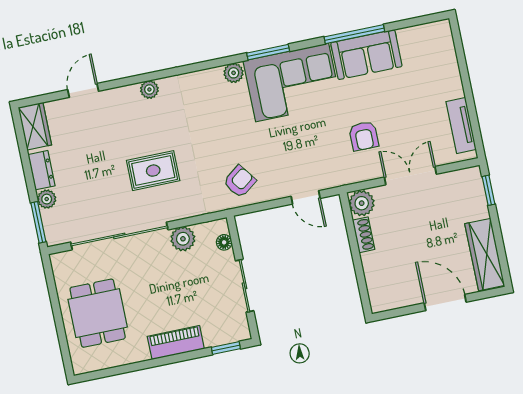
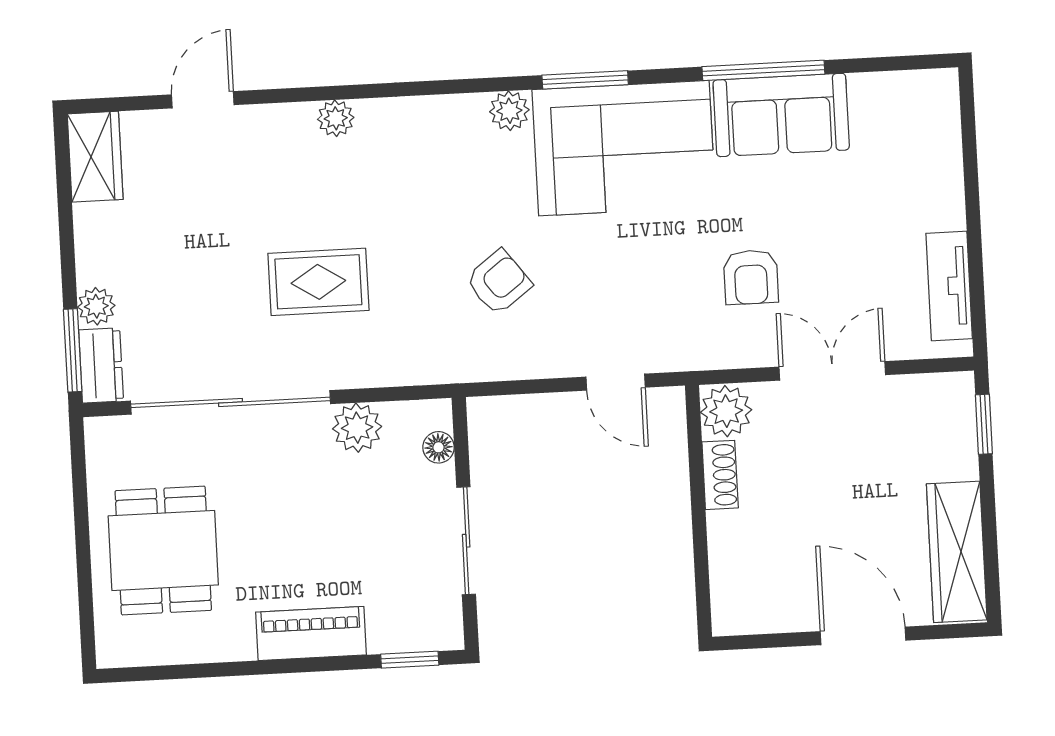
dresser: (42, 170) -> (101, 365), moved
armchair: (240, 182) -> (499, 282), moved

